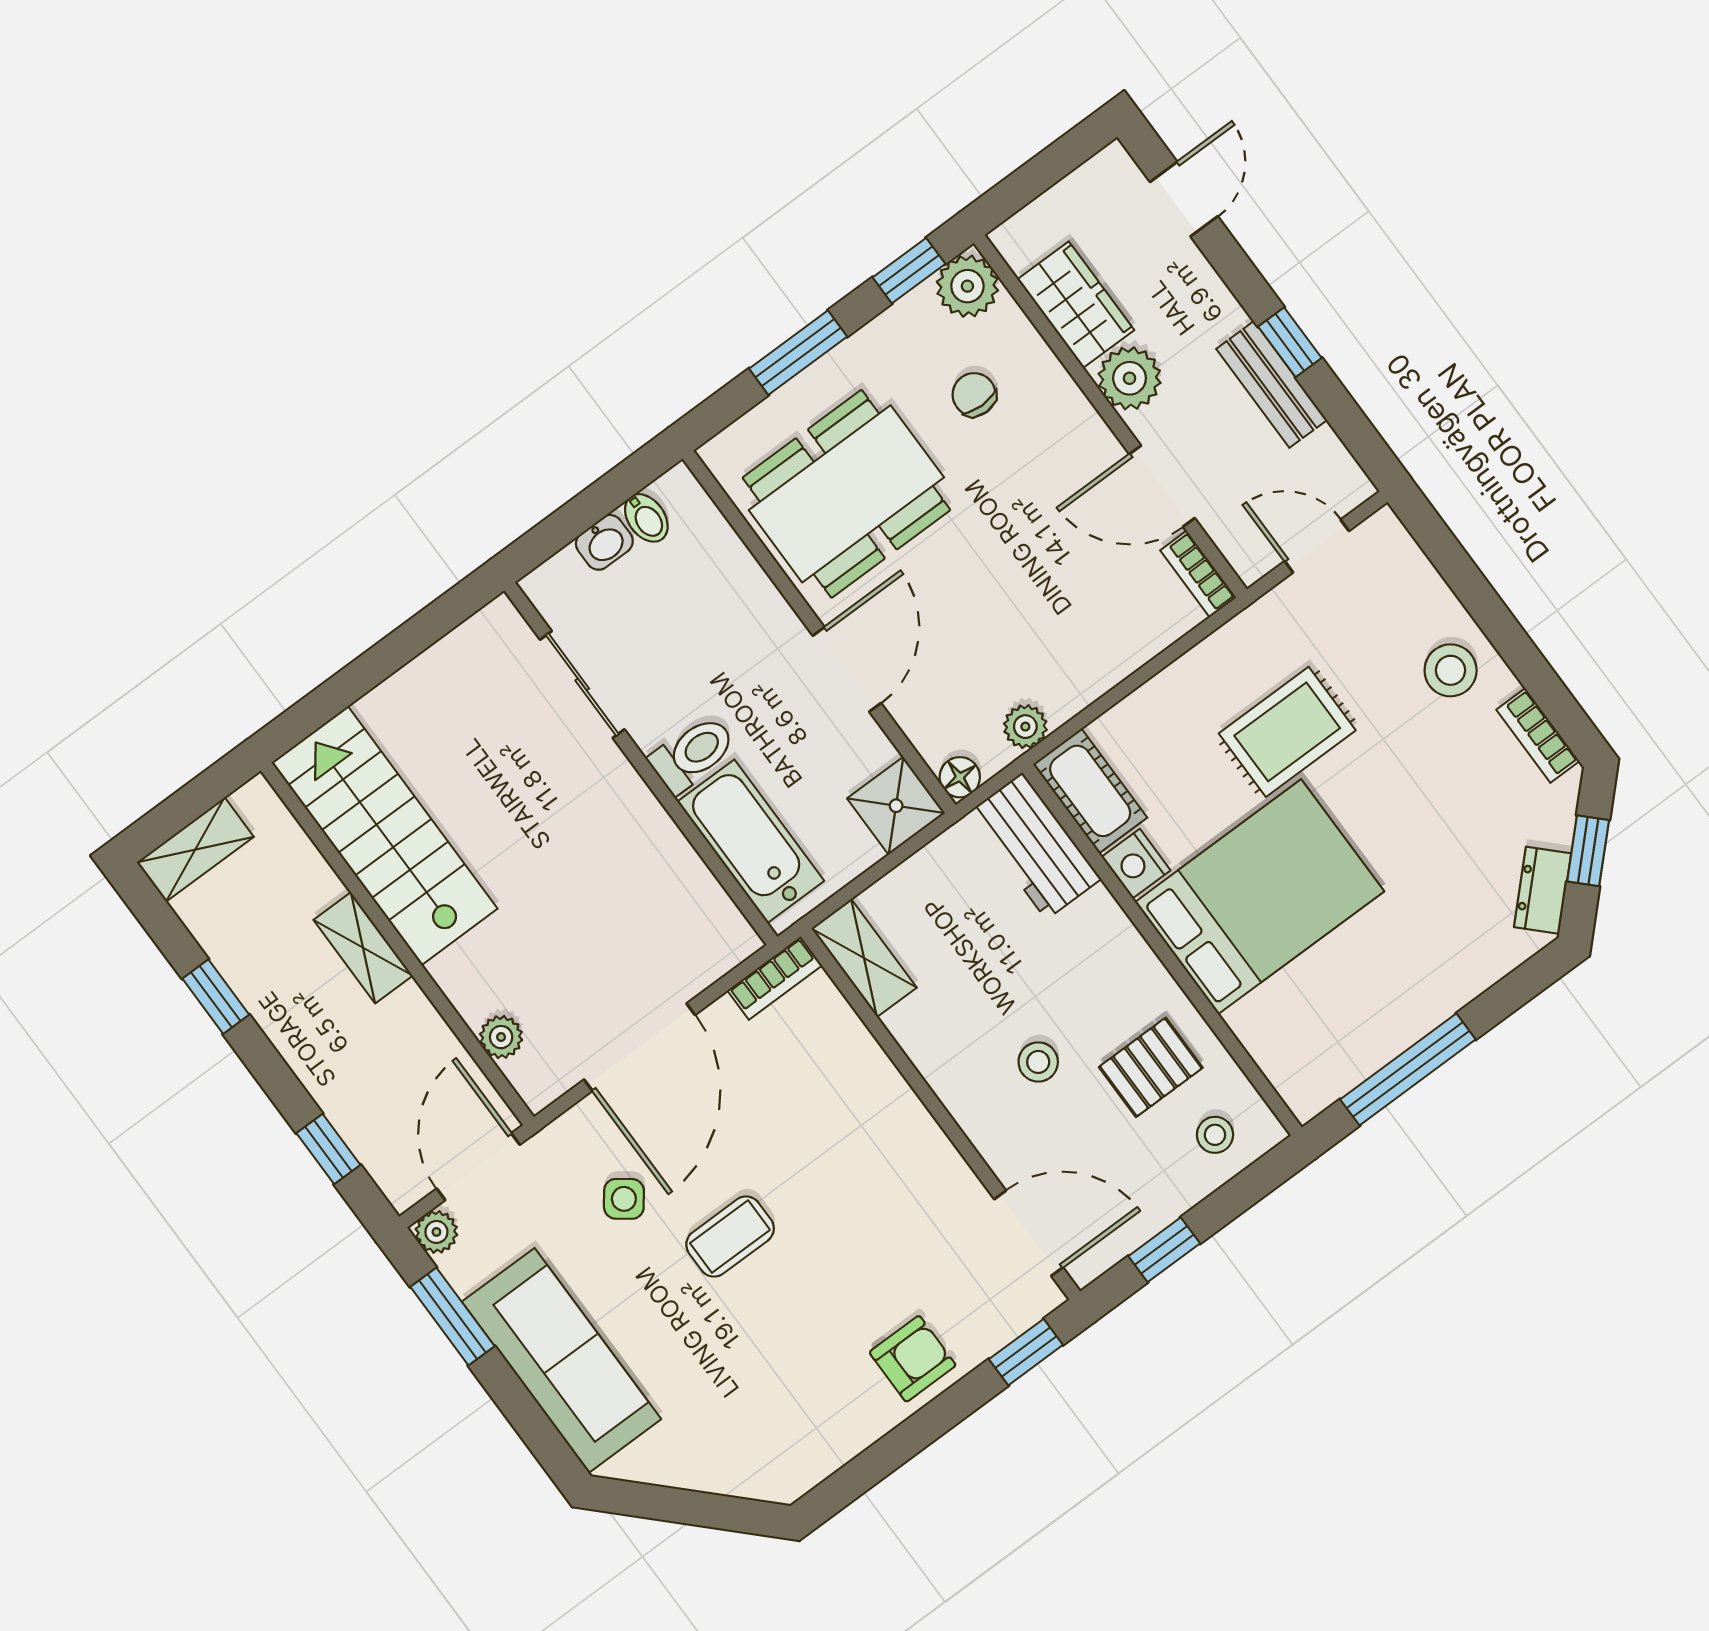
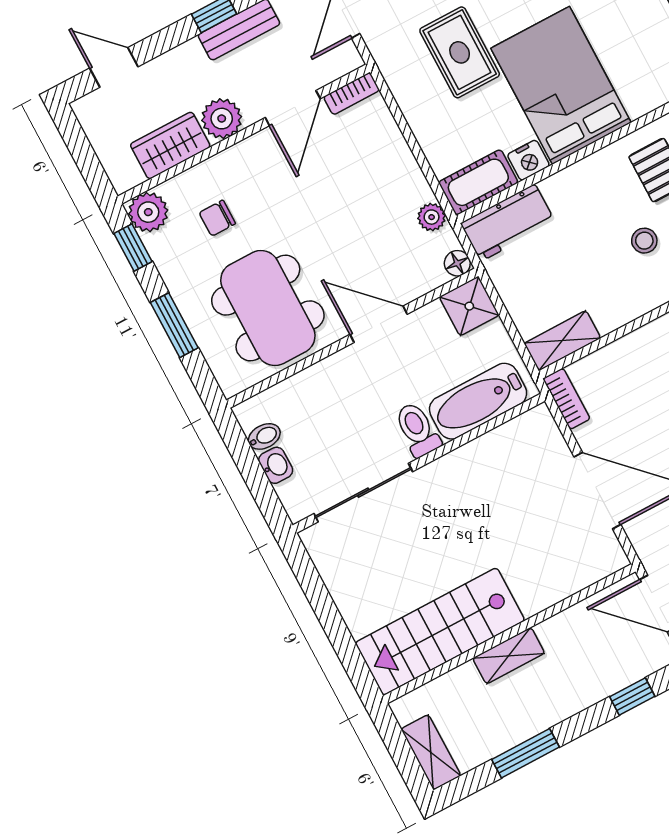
sliding door: (582, 684) -> (363, 493), width x1.37
window: (216, 997) -> (526, 753), width x1.50
plant: (501, 1037) -> (578, 577), removed

